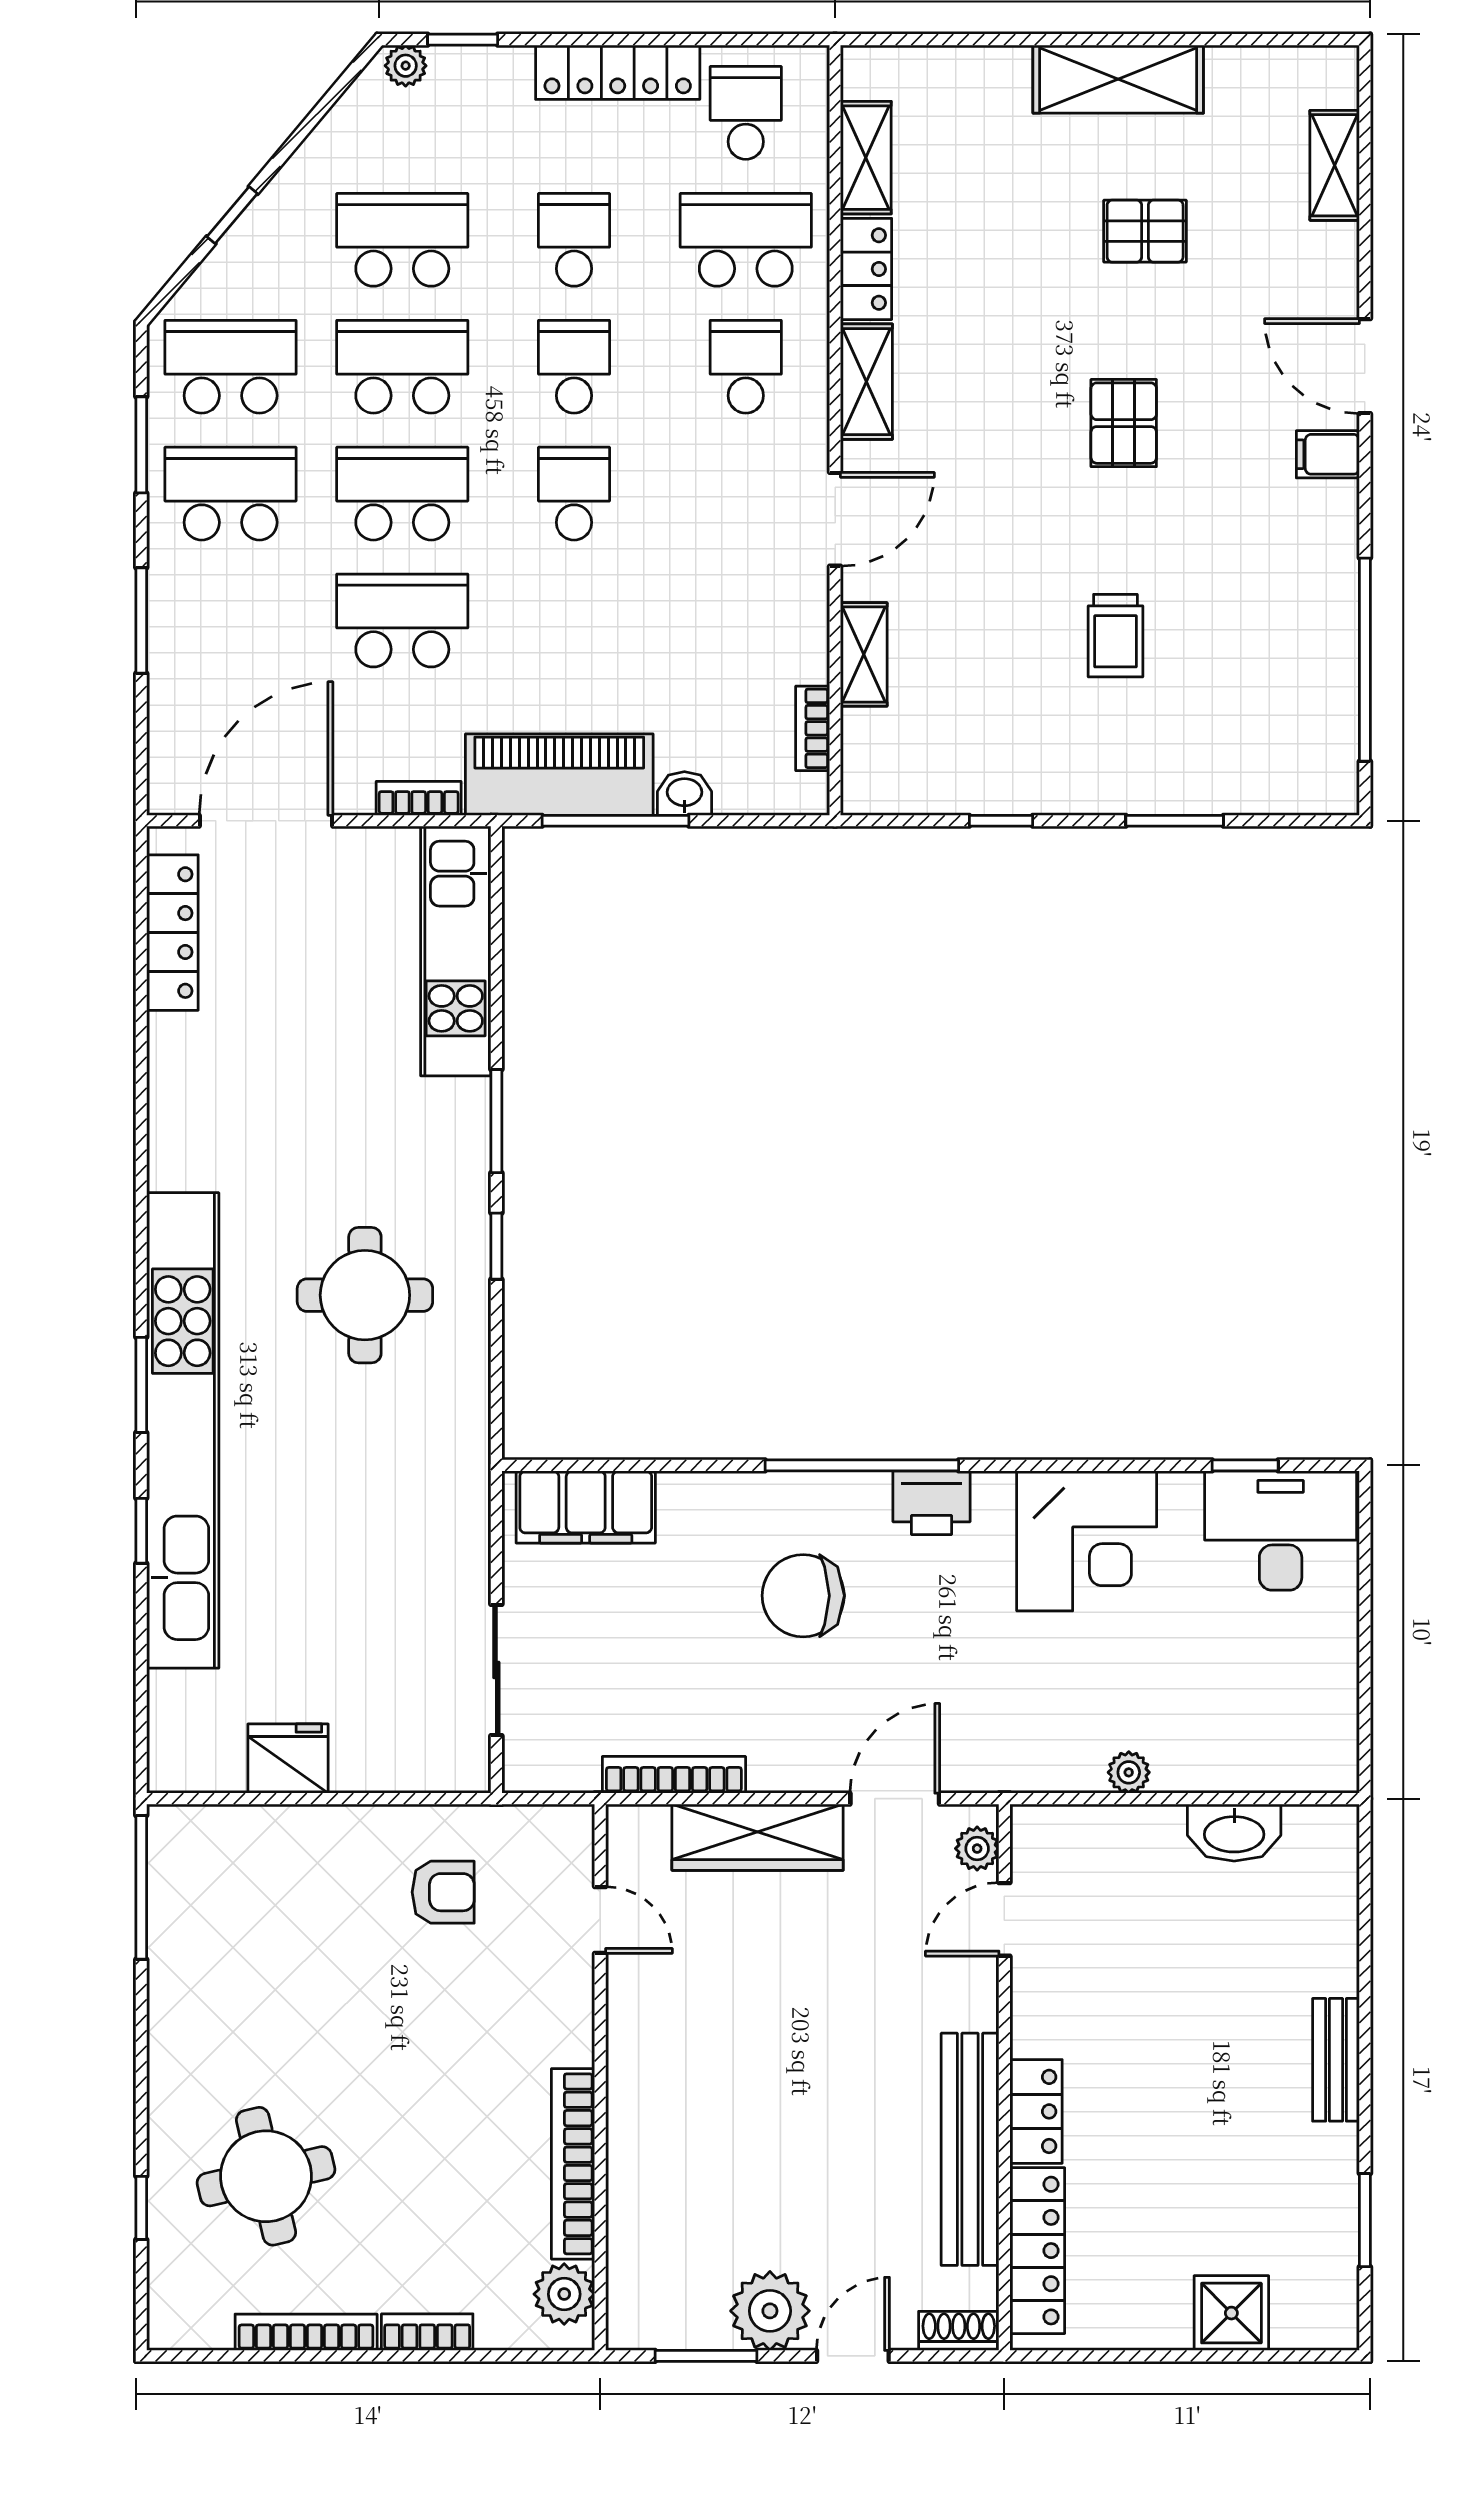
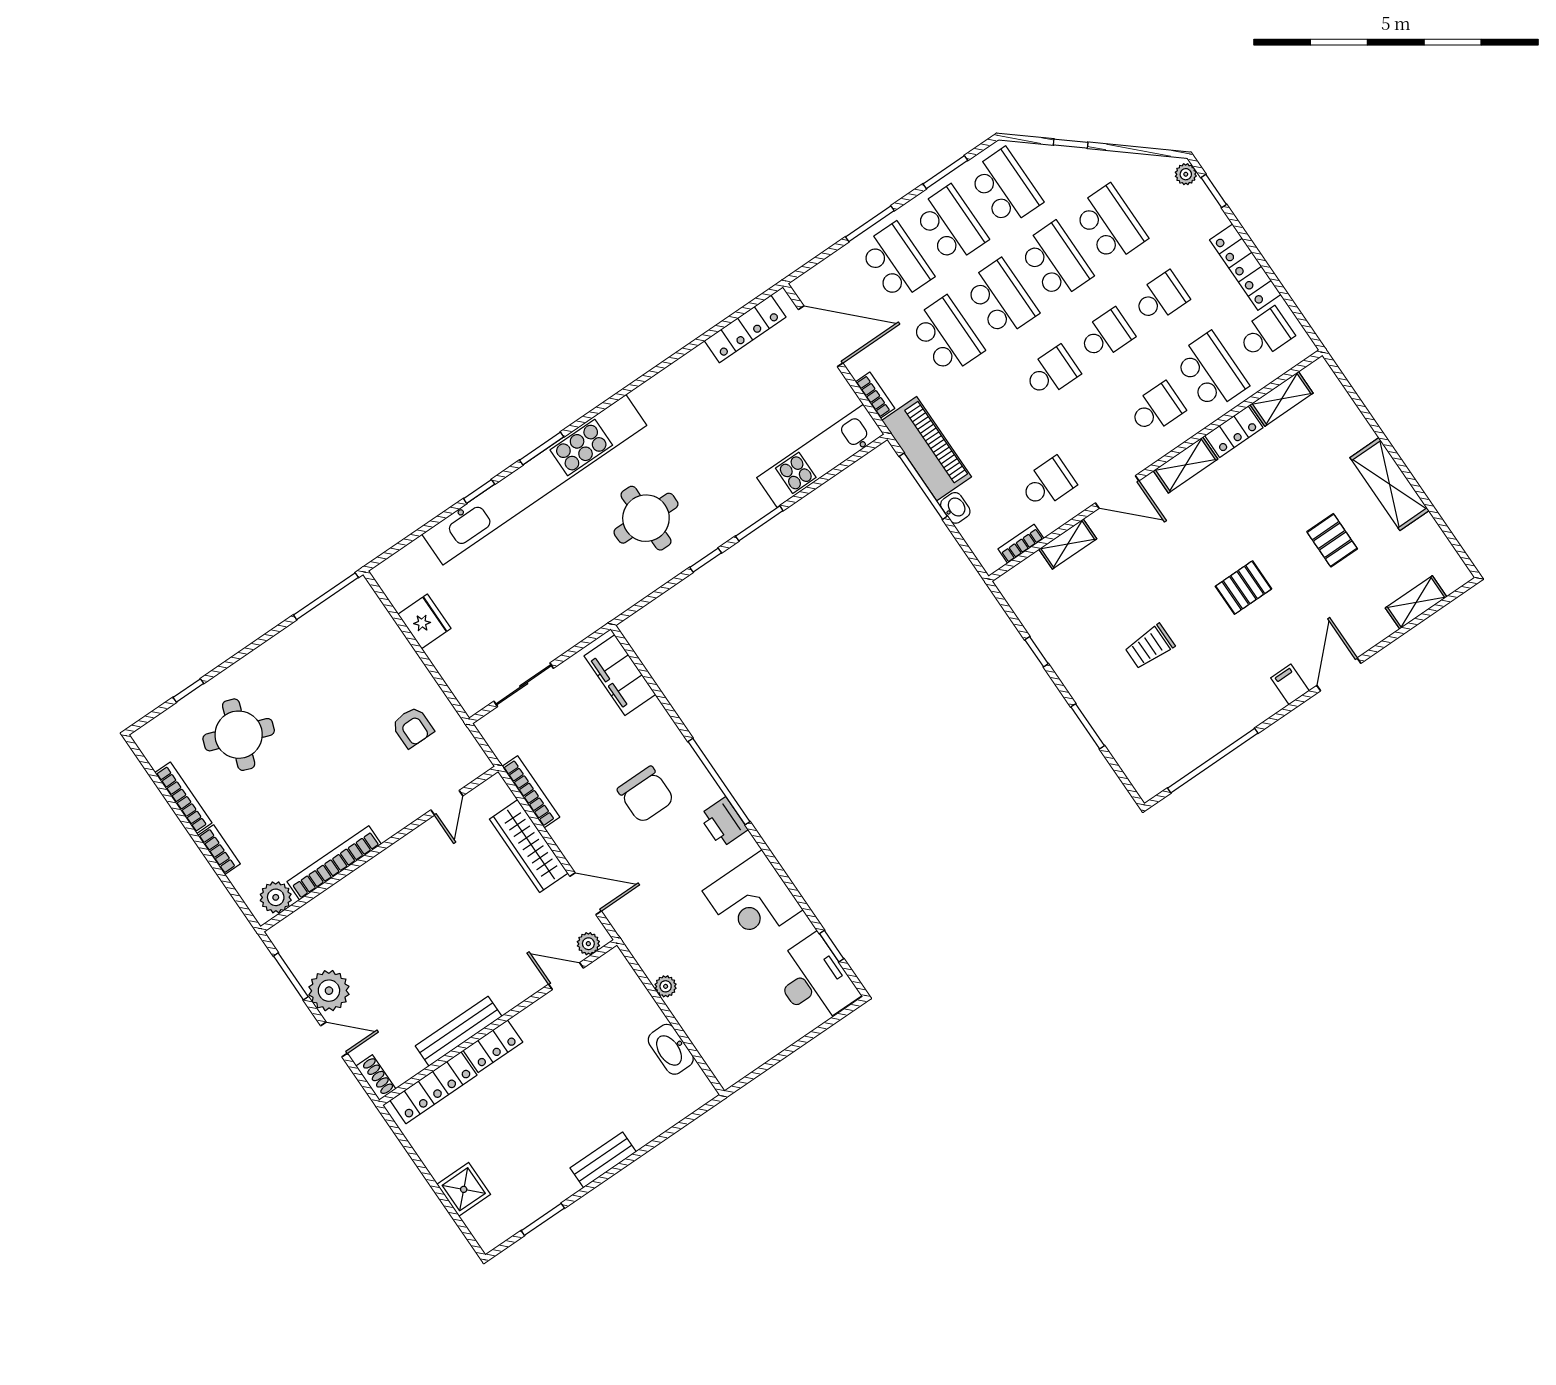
school desk: (231, 621) -> (896, 262), added
school desk: (746, 621) -> (1048, 483), added
chair: (803, 1596) -> (646, 795), turned 180
bench: (970, 2149) -> (459, 1031), width x0.73, depth x0.82
round table: (266, 2176) -> (239, 735), turned 33

